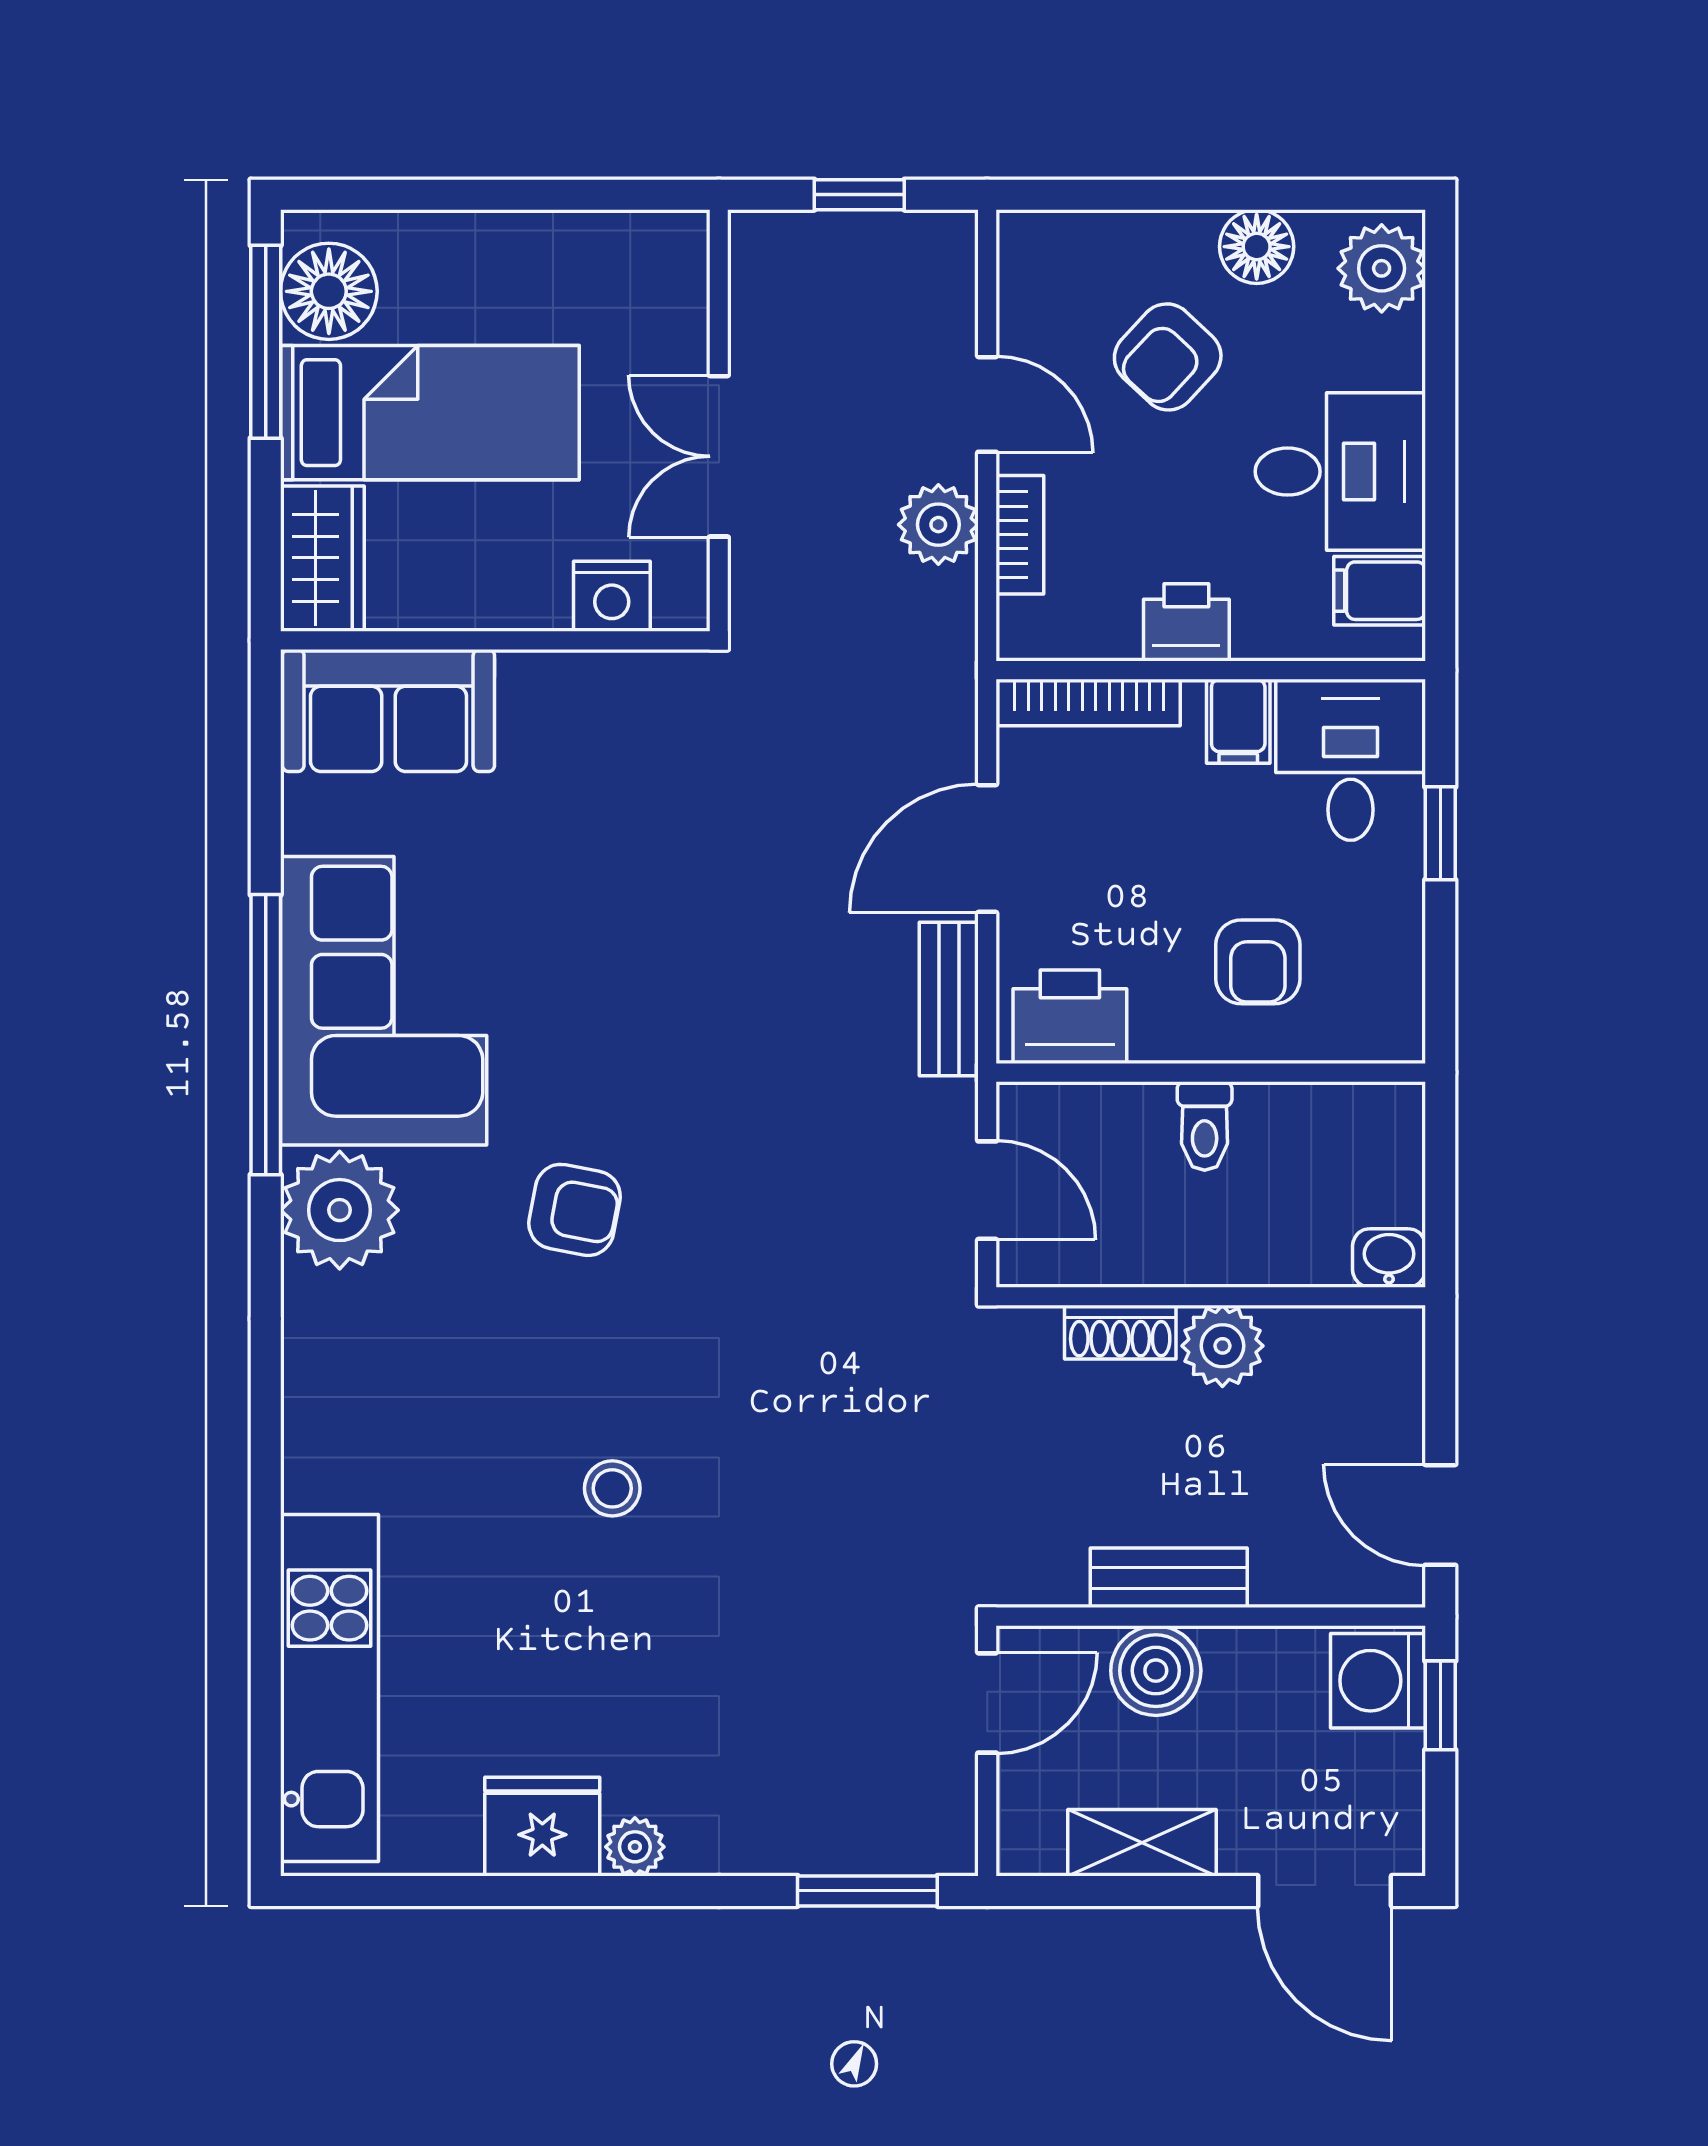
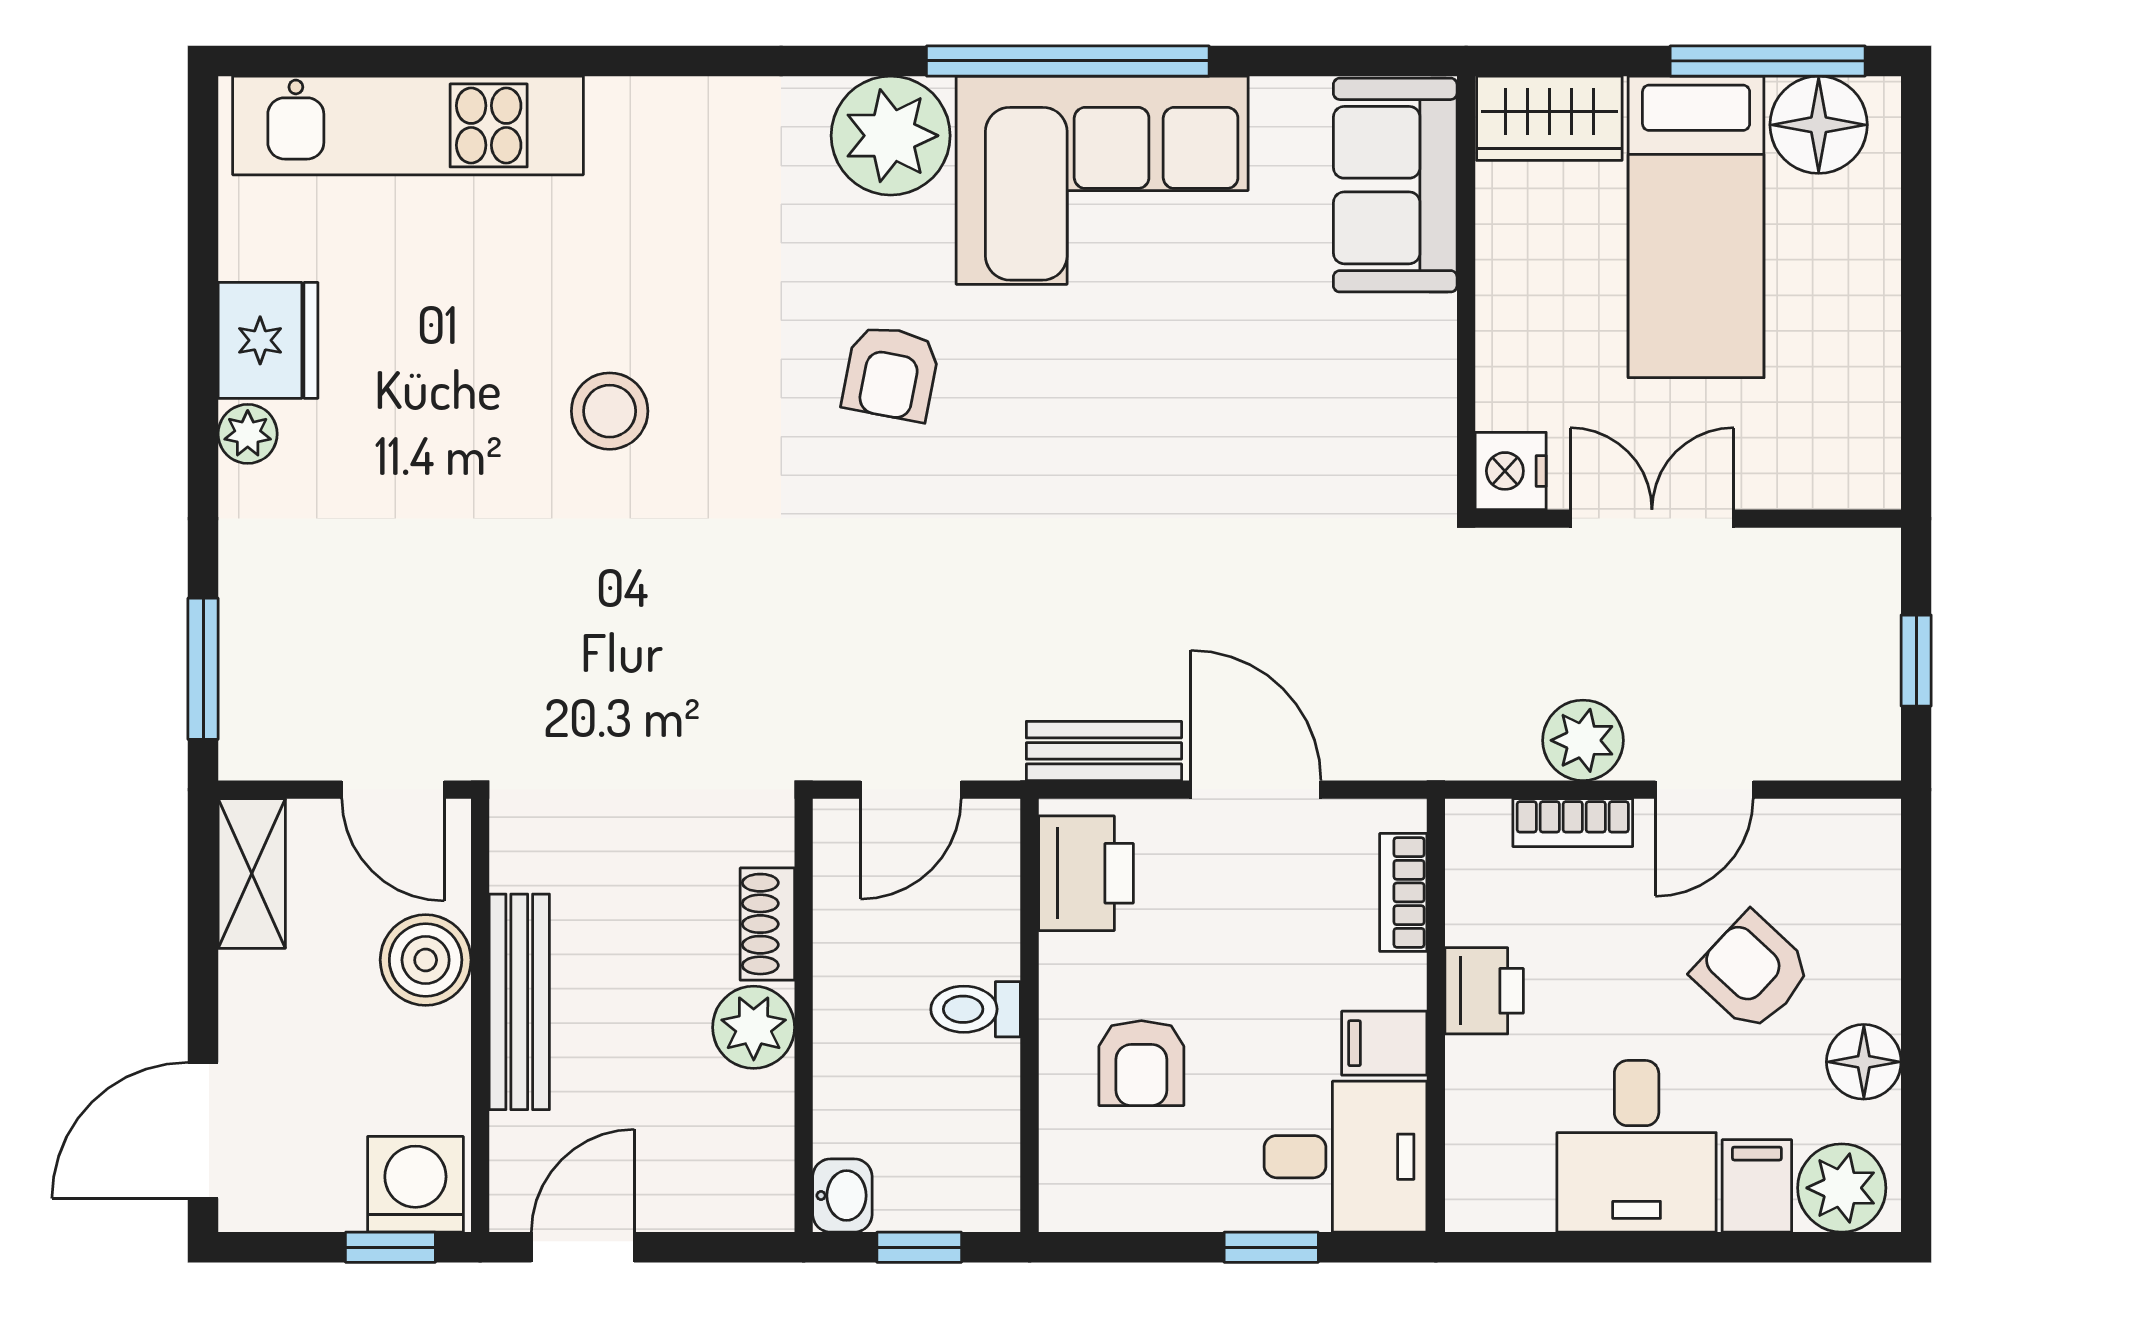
filing cabinet: (1380, 591) -> (1757, 1186), moved
nightstand: (612, 596) -> (1511, 471), moved
bookcase: (1089, 702) -> (1403, 892), width x0.64
armchair: (1258, 962) -> (1141, 1063), turned -90
window: (1440, 1182) -> (919, 1247), added
stool: (612, 1488) -> (610, 411), width x1.37, depth x1.37
bench: (1169, 1578) -> (519, 1002), width x1.36
shelving: (1142, 1843) -> (252, 873), moved

